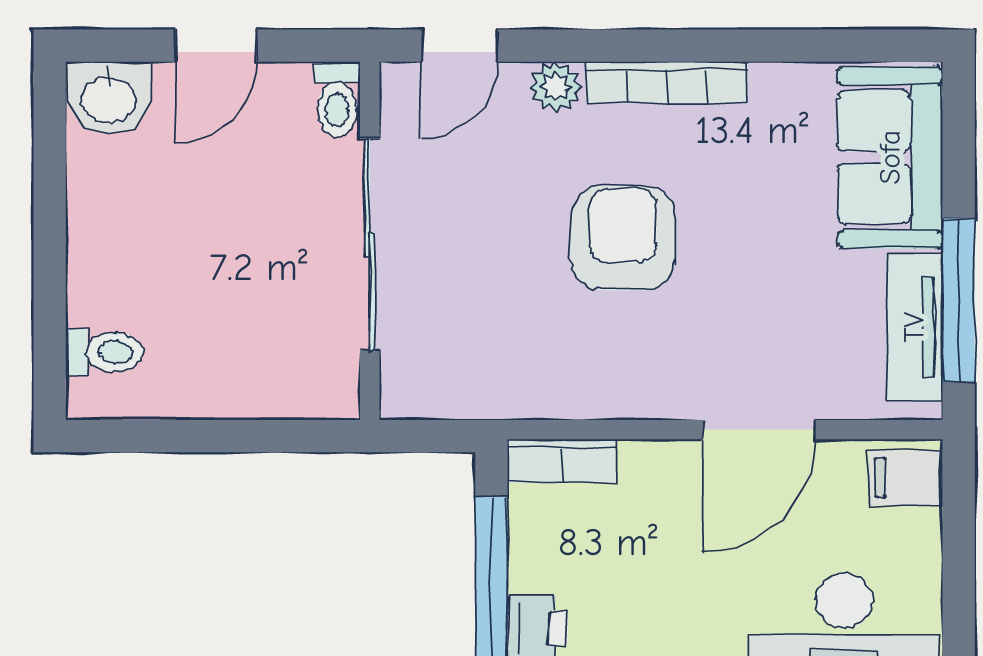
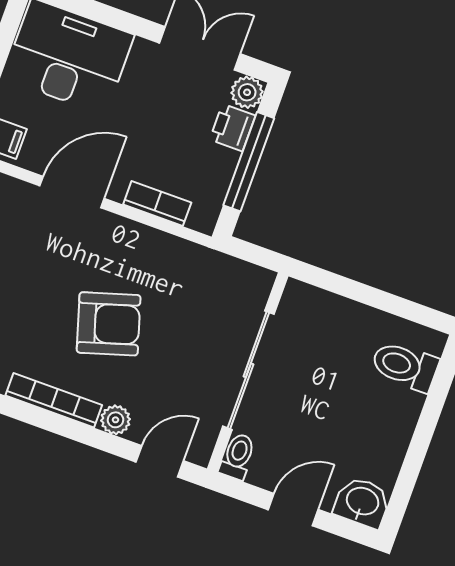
armchair: (623, 238) -> (109, 324), turned -107
toilet: (104, 352) -> (405, 366), width x1.37, depth x1.39
bookcase: (562, 461) -> (157, 203), moved

